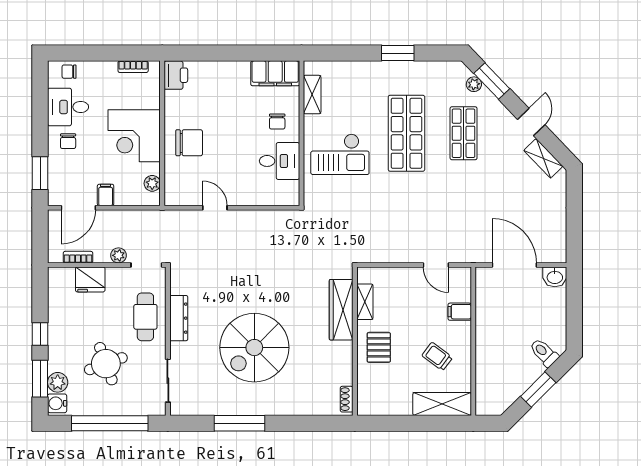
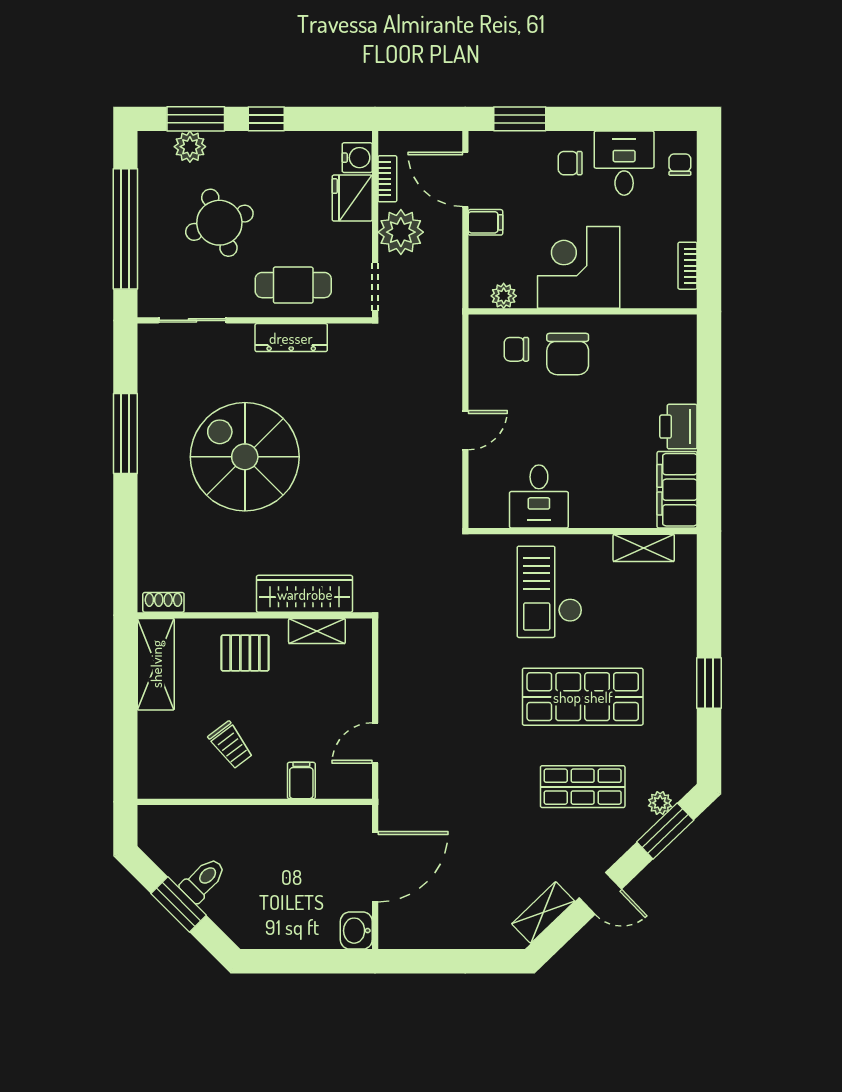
printer: (176, 75) -> (678, 427), moved, turned 90
chair: (277, 122) -> (516, 349), moved
door: (215, 208) -> (465, 430), moved
plant: (118, 255) -> (401, 232), width x1.88, depth x1.88
toilet: (544, 353) -> (203, 880), moved
trolley: (437, 356) -> (231, 745), turned 106
water cooler: (57, 403) -> (357, 158), moved, turned 90
shelving: (442, 404) -> (156, 664), moved

